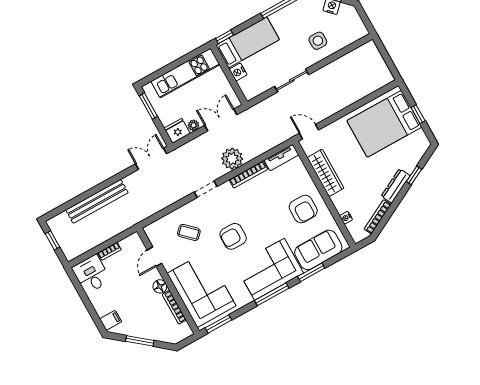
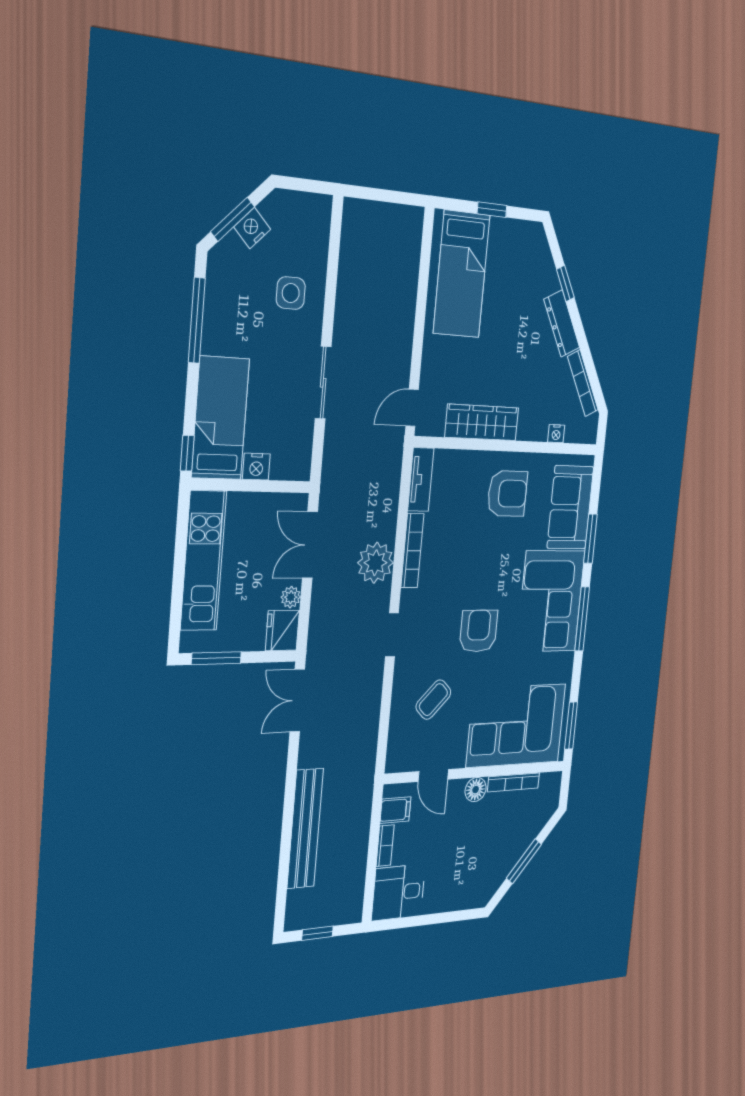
bed: (384, 124) -> (462, 274), width x0.67
armchair: (233, 236) -> (479, 631), turned 180
filing cabinet: (111, 320) -> (395, 810), moved, turned 90

